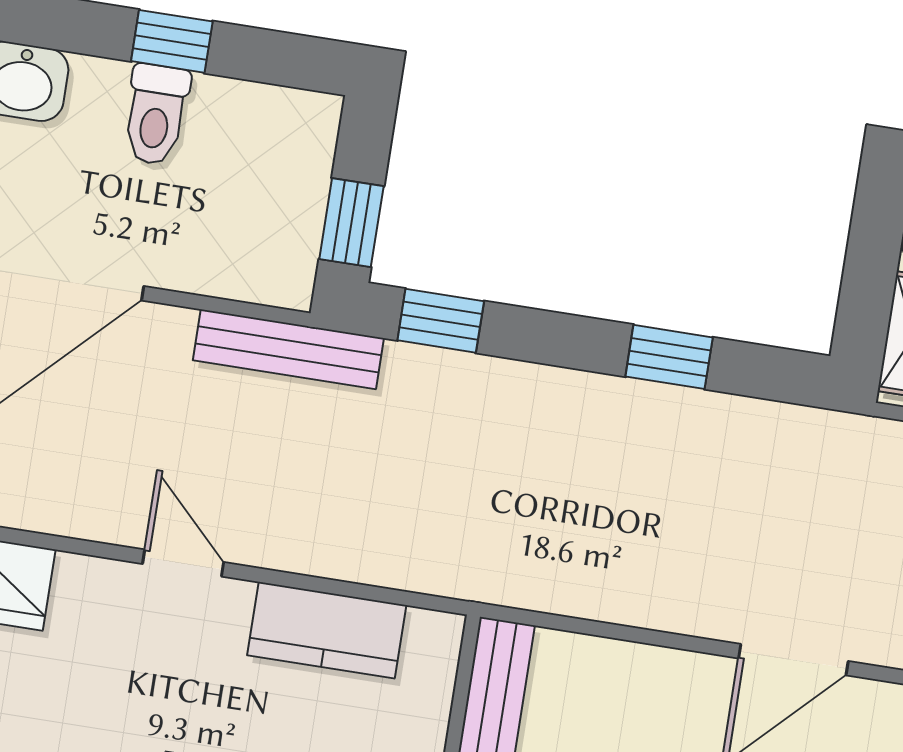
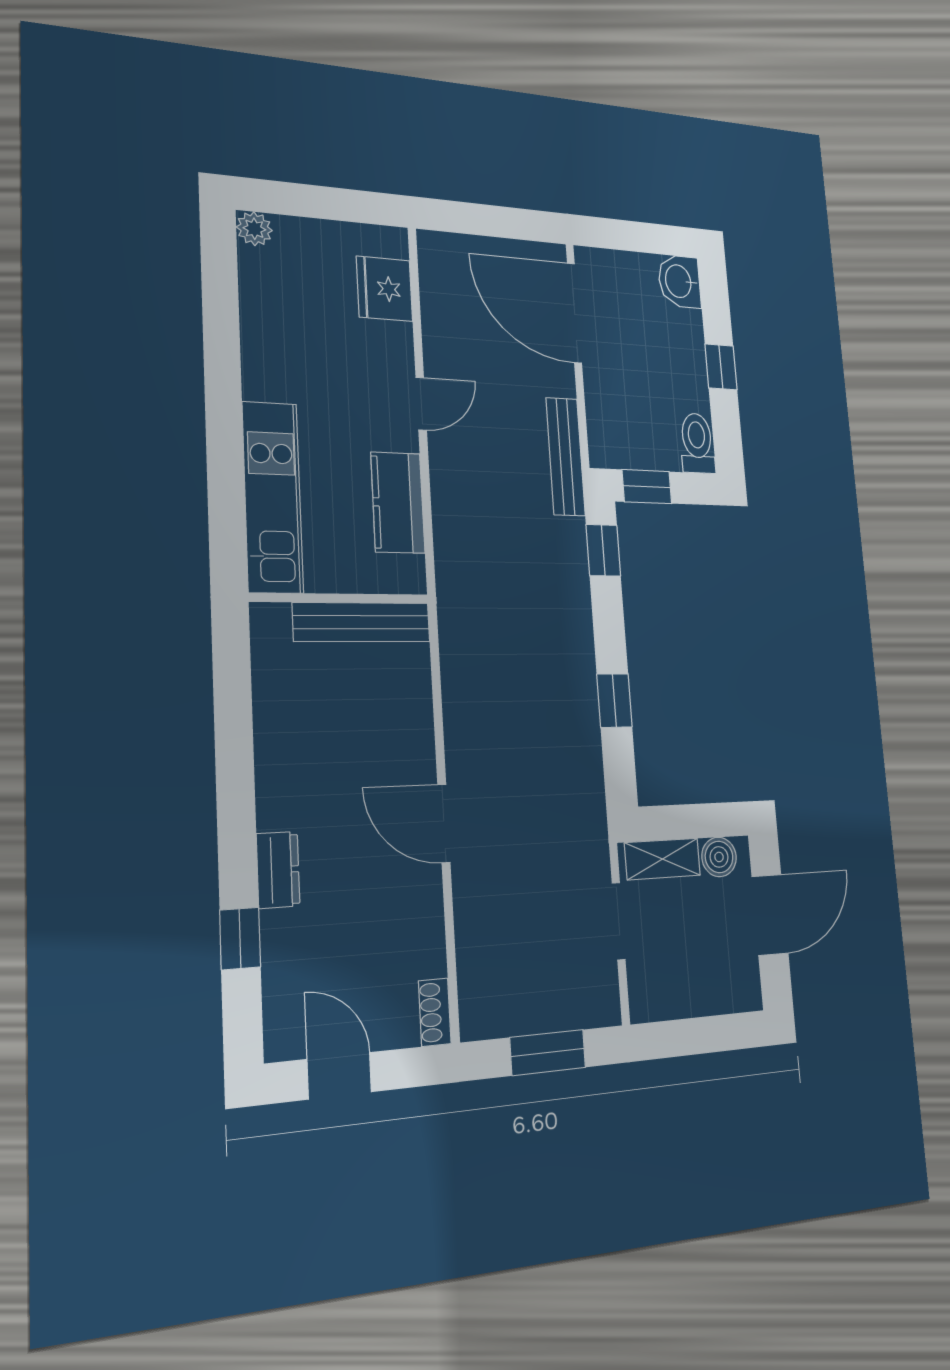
toilet: (156, 115) -> (697, 443), moved, turned 90

